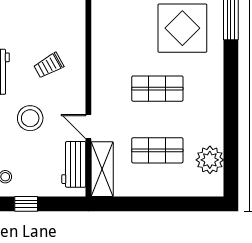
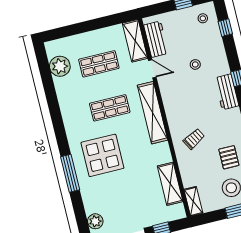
trolley: (49, 65) -> (194, 139), moved
shelving: (102, 68) -> (152, 113), added
stool: (30, 118) -> (195, 64), width x0.53, depth x0.53

